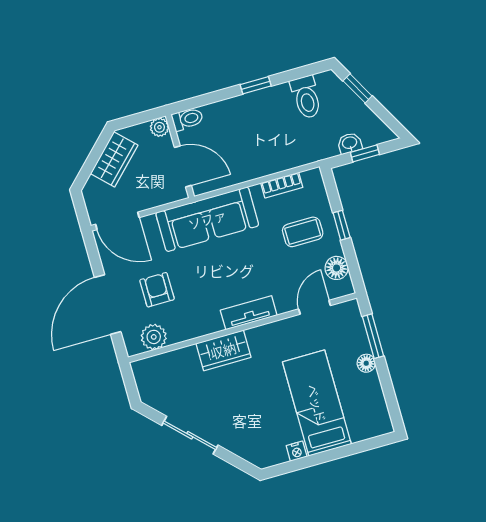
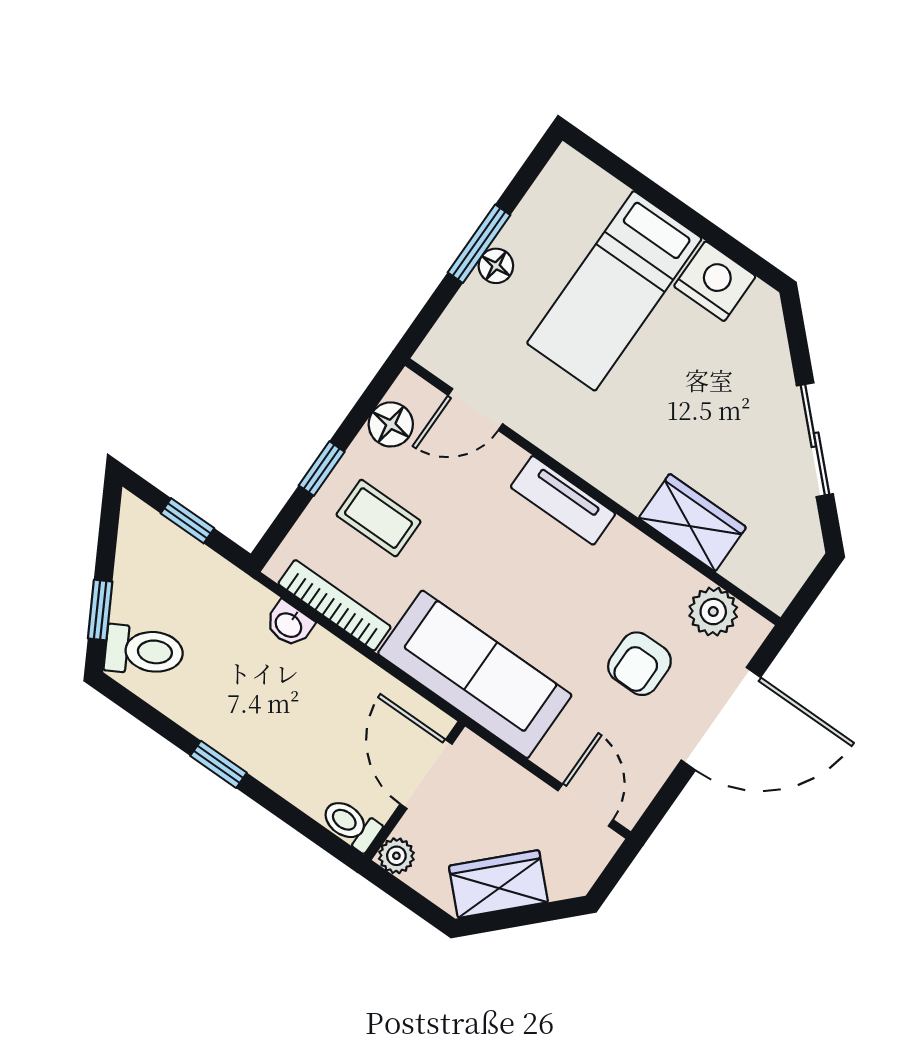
toilet: (306, 97) -> (144, 651), moved, turned 61
washbasin: (350, 143) -> (289, 624), moved
bookcase: (282, 185) -> (335, 605), width x1.56
door: (117, 221) -> (585, 805), width x0.73
window: (373, 336) -> (479, 244), moved
wardrobe: (223, 350) -> (692, 523), moved
nightstand: (297, 451) -> (715, 281), width x1.89, depth x1.79

